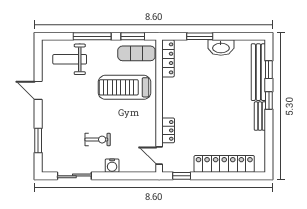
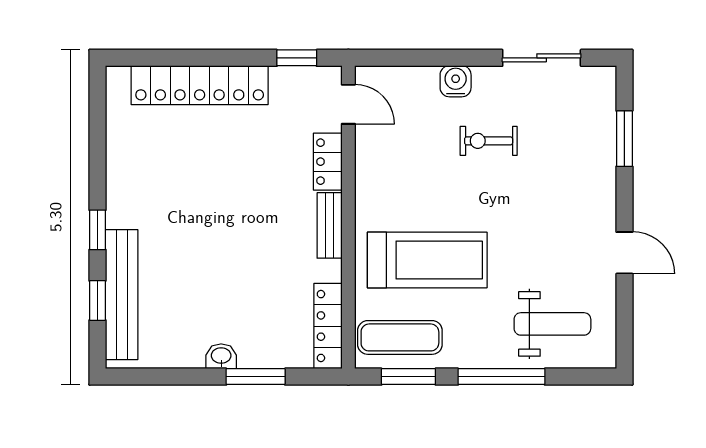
washbasin: (221, 48) -> (221, 356), width x0.52, depth x0.69
bench: (260, 116) -> (330, 225), moved

